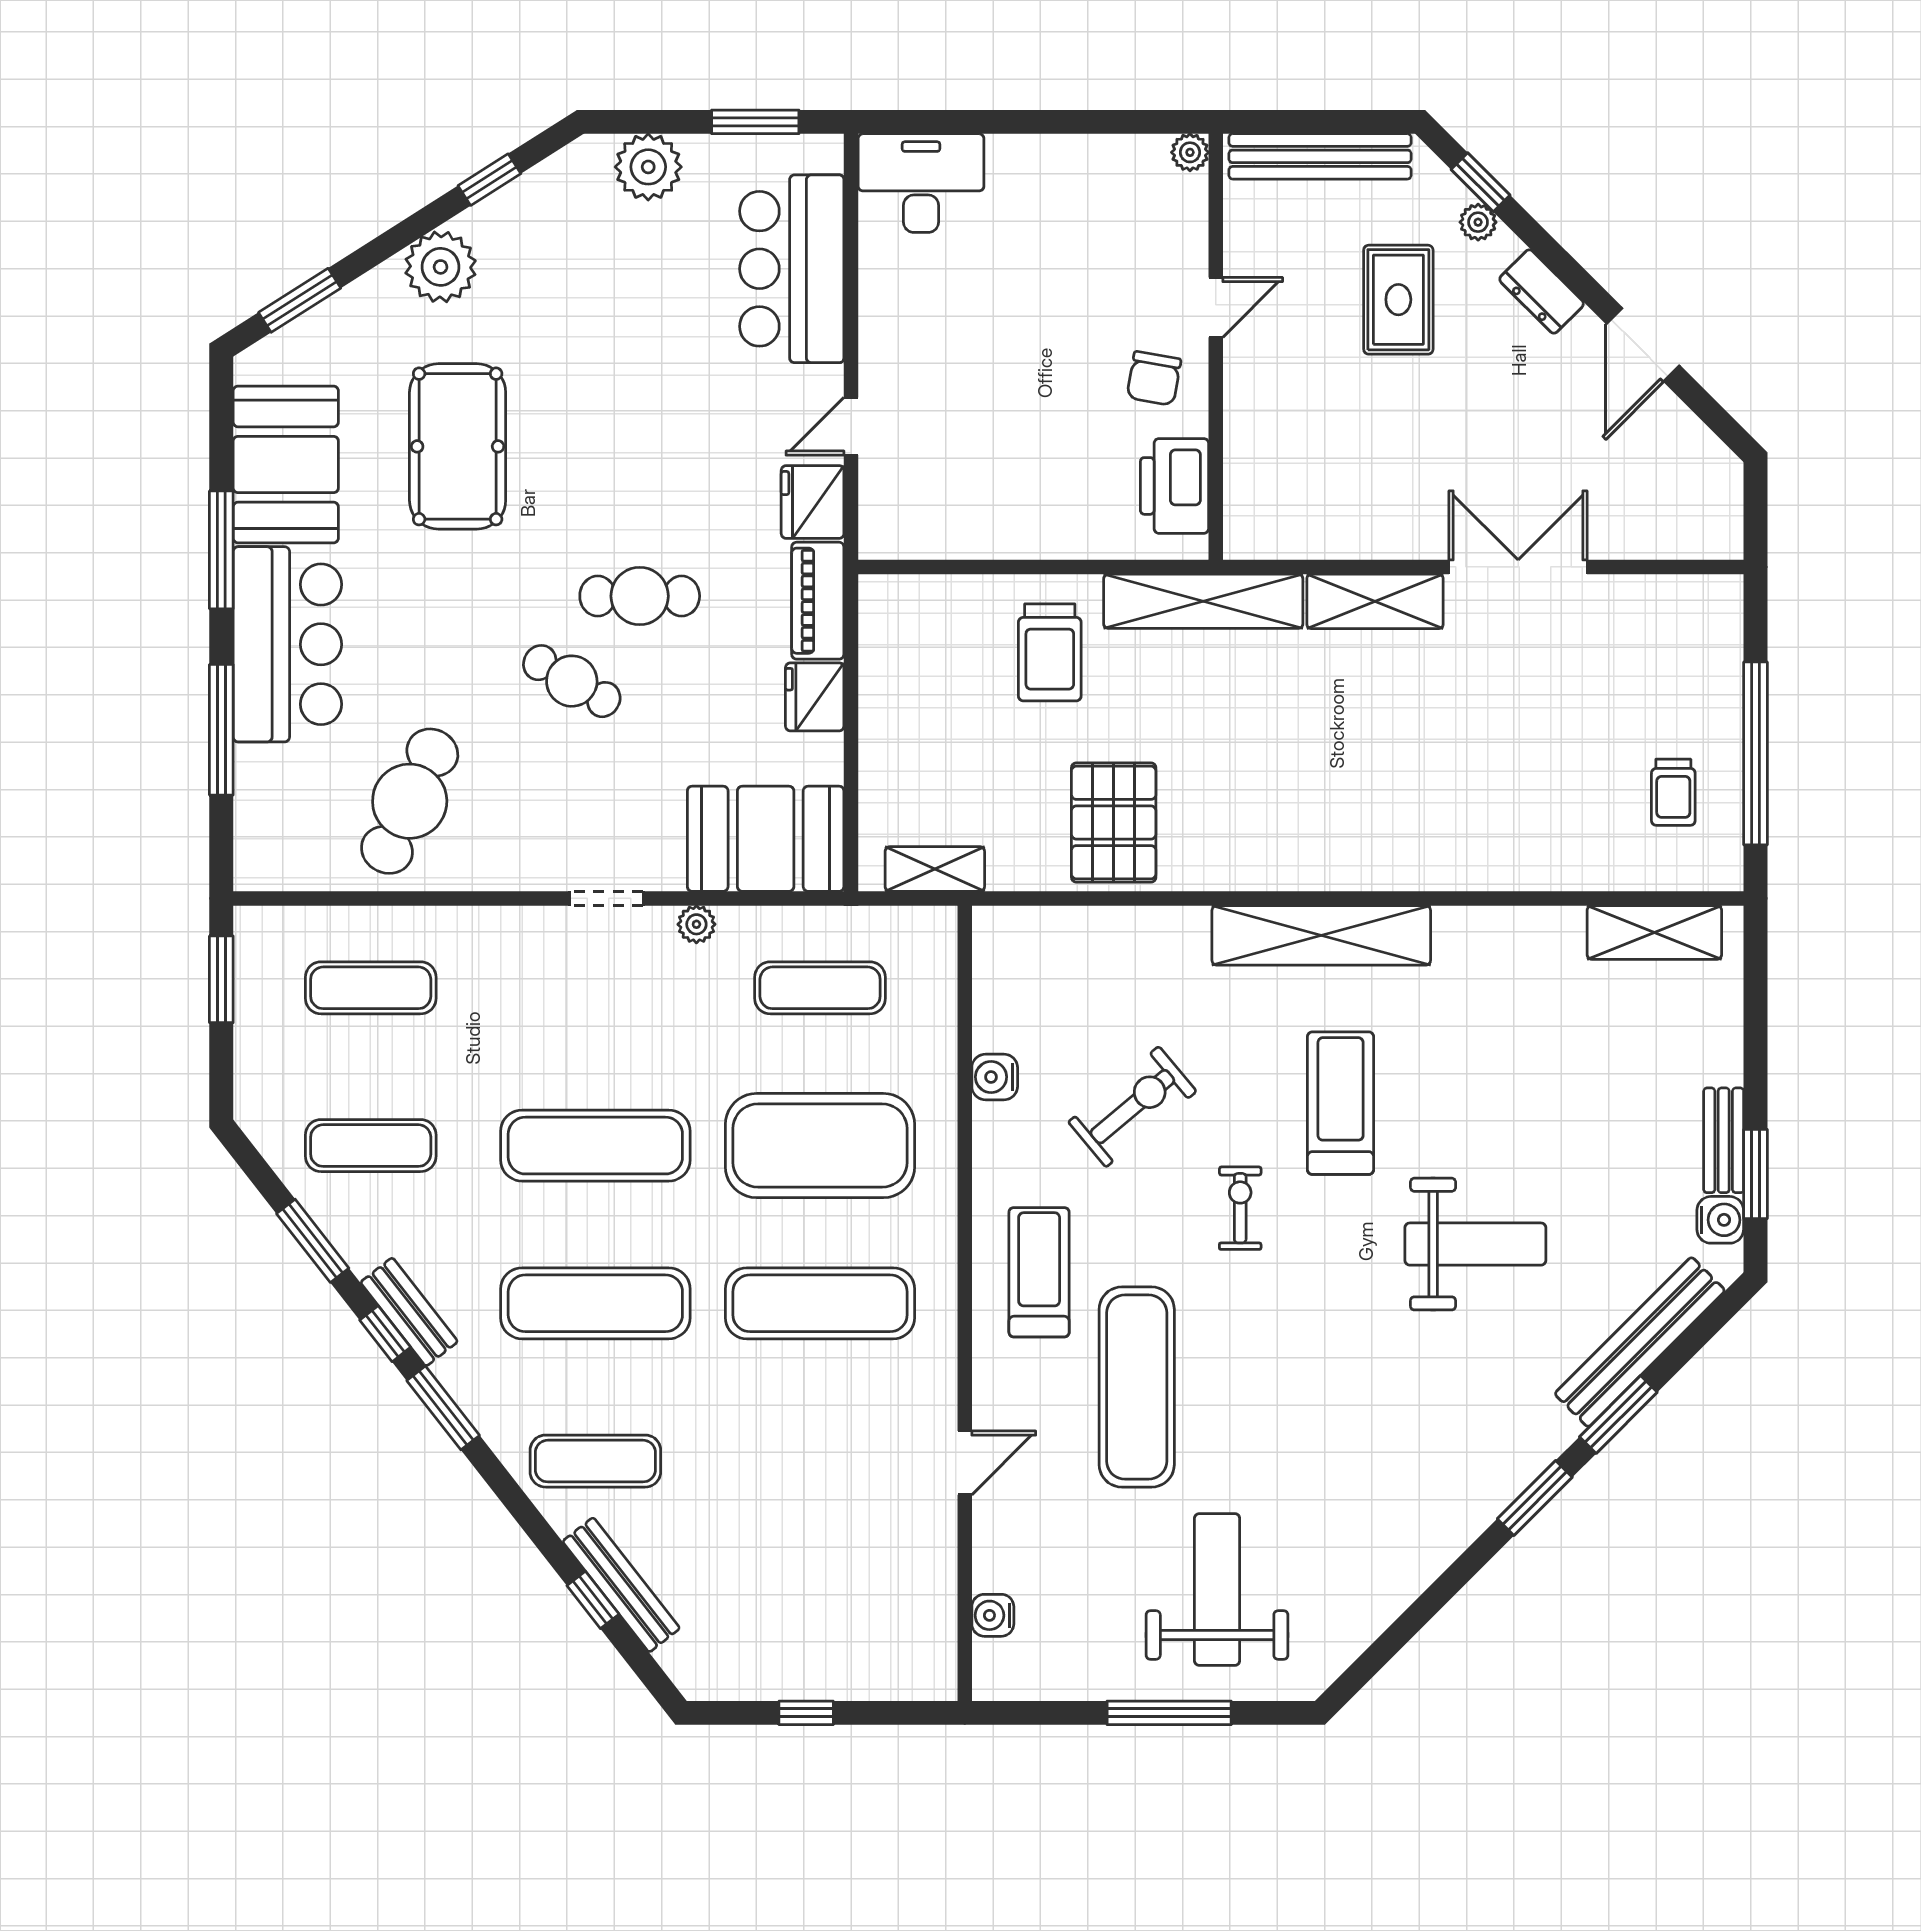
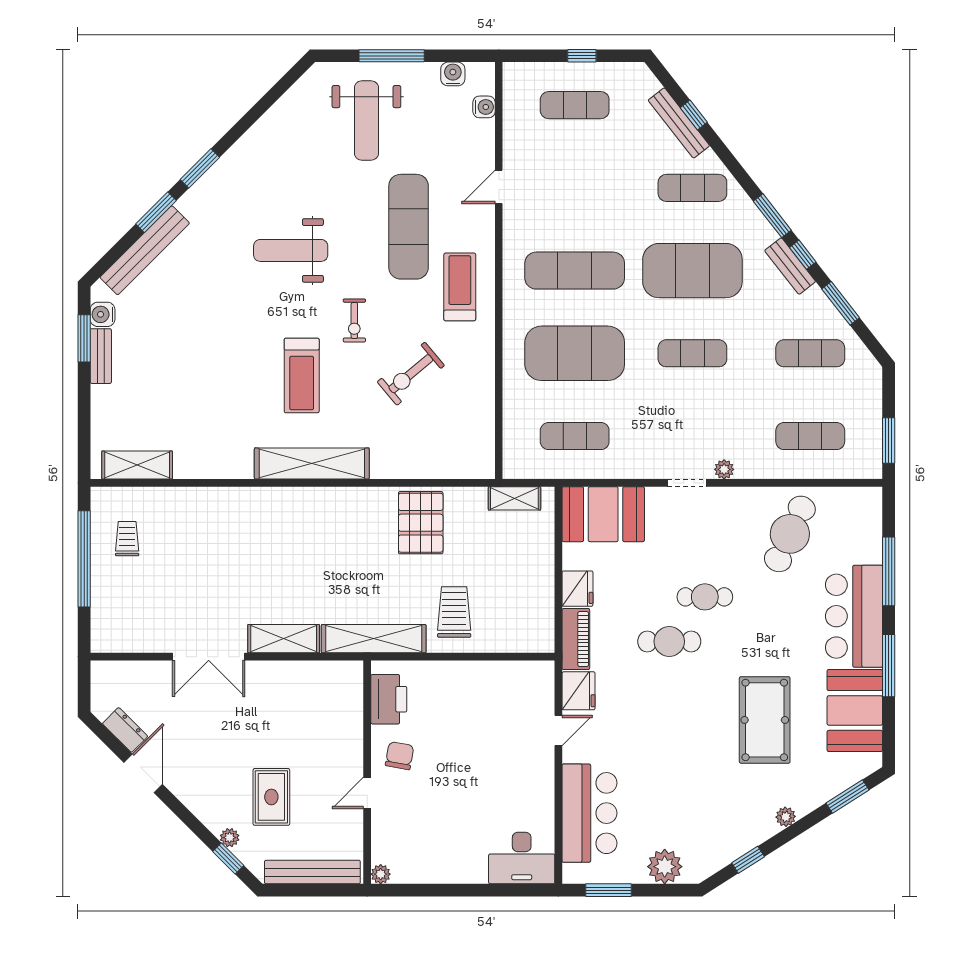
plant: (441, 267) -> (786, 817), width x0.53, depth x0.53
dresser: (1542, 291) -> (125, 730), moved
cafe table: (572, 681) -> (705, 597), turned -30
plant: (696, 924) -> (724, 469), moved
water cooler: (995, 1077) -> (453, 74), moved, turned -90
exercise mat: (595, 1146) -> (692, 353), width x0.73, depth x0.69
weight bench: (1475, 1244) -> (291, 250), moved
treadmill: (1039, 1272) -> (460, 287), turned 180
exercise mat: (595, 1303) -> (692, 271), width x1.47
exercise mat: (820, 1619) -> (575, 105), added

